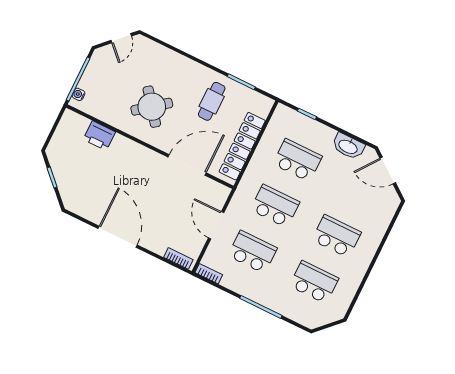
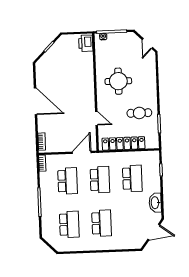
door: (121, 38) -> (147, 43), hinge flipped
round table: (152, 107) -> (118, 81), turned 38
printer: (99, 136) -> (86, 43), moved
door: (187, 165) -> (96, 118), width x0.53
door: (388, 170) -> (154, 232), swing flipped
door: (216, 225) -> (82, 152), moved
door: (118, 237) -> (36, 101), hinge flipped

